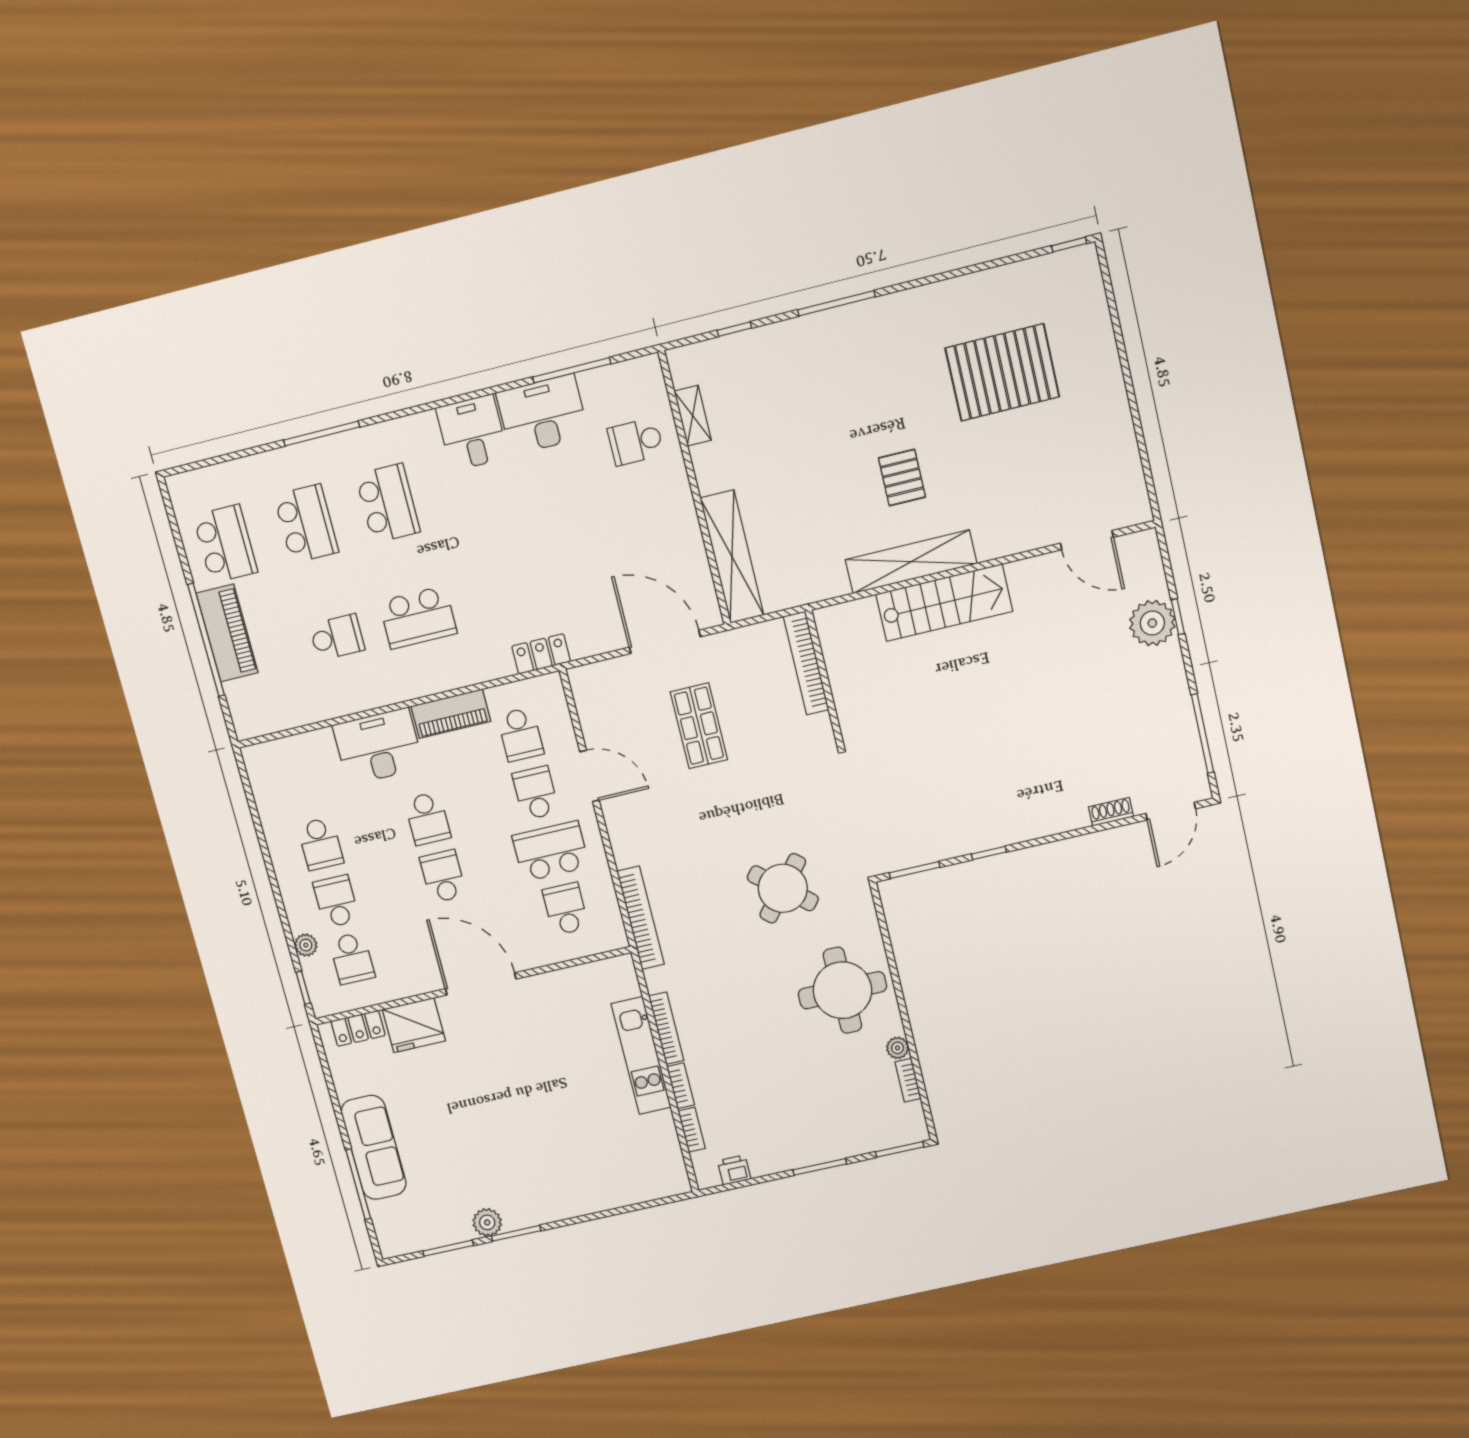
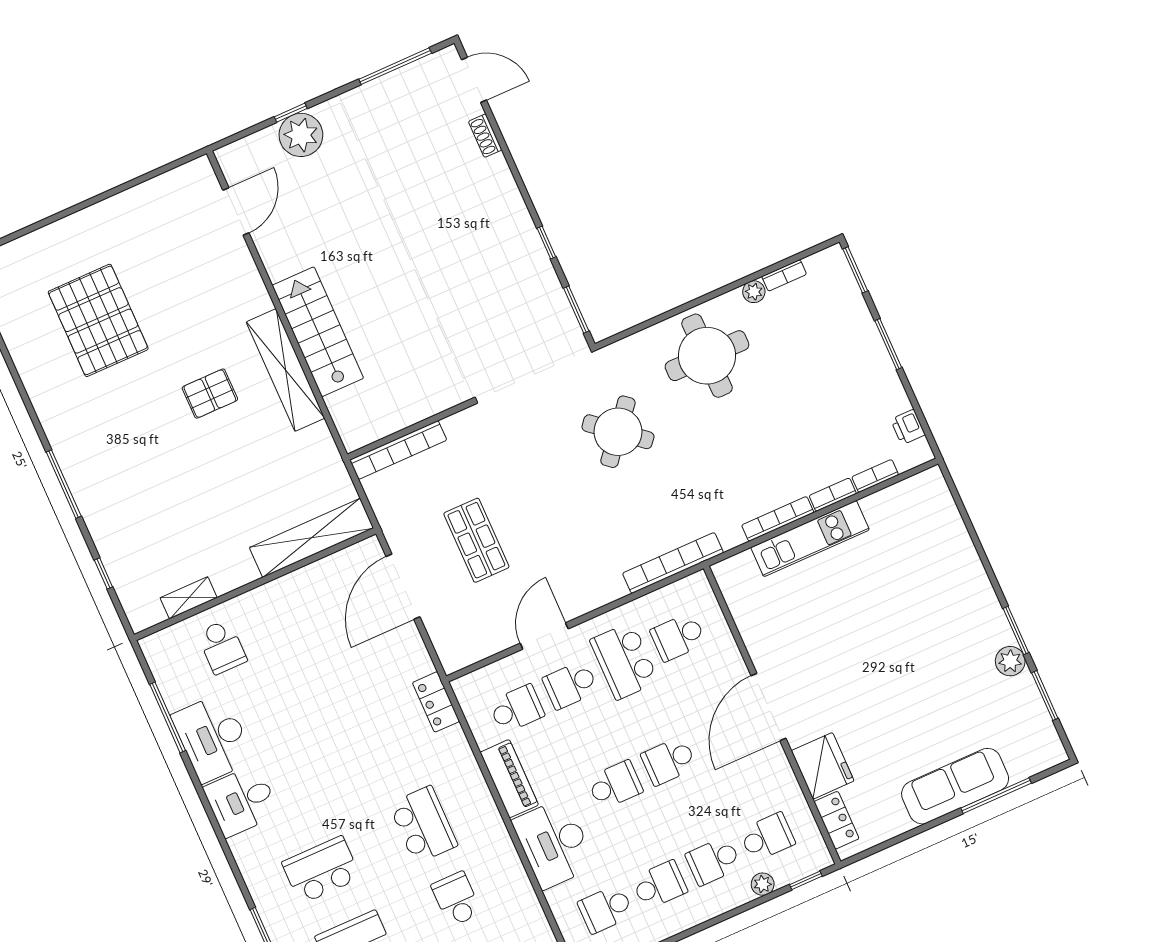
shop shelf: (699, 726) -> (476, 540), turned 90
school desk: (304, 786) -> (606, 909), added

